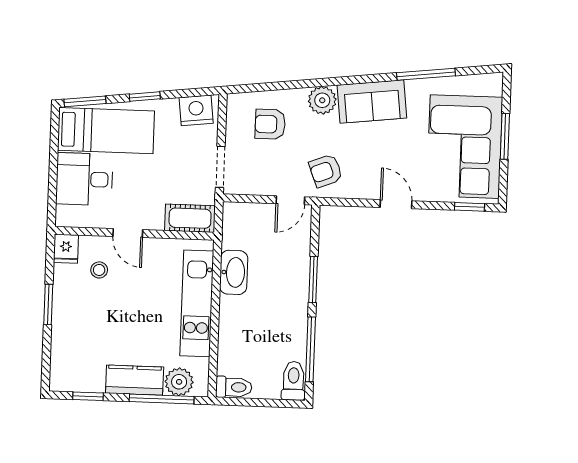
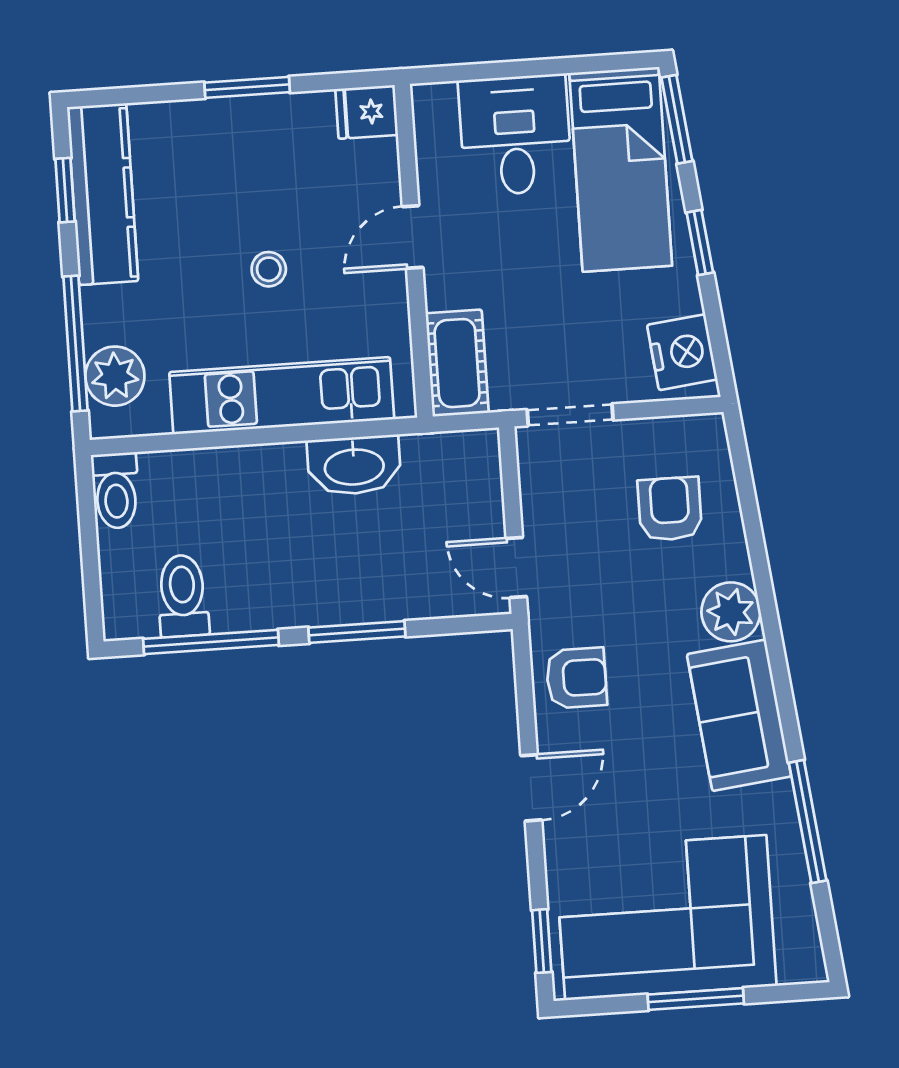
armchair: (326, 171) -> (576, 678), moved, turned 111
stool: (99, 270) -> (269, 269), moved
kitchen counter: (135, 380) -> (103, 194), moved, width x1.50
toilet: (293, 381) -> (183, 596), moved, turned -90

